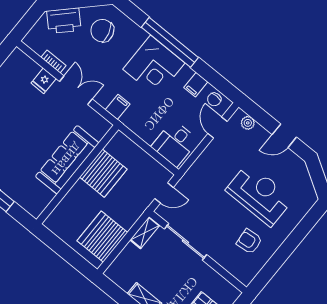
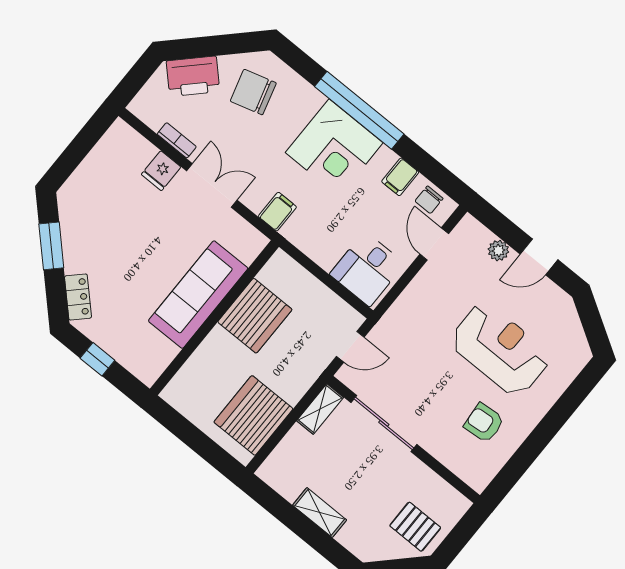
plant: (248, 123) -> (498, 251), moved

